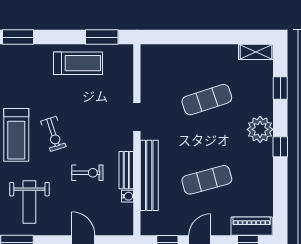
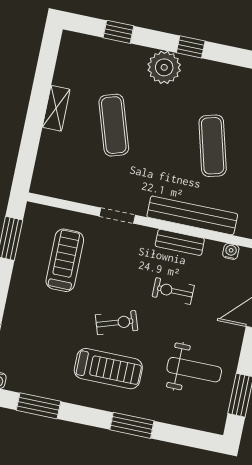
shelving: (256, 52) -> (56, 108), moved
treadmill: (78, 63) -> (65, 260), moved
exercise bike: (87, 173) -> (173, 291), turned -90
water cooler: (127, 196) -> (231, 251), moved

